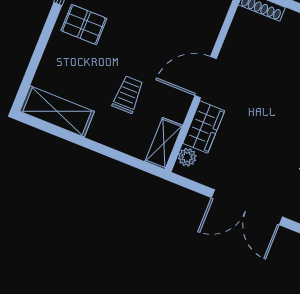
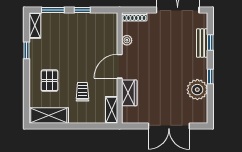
pallet: (84, 25) -> (50, 81), moved, turned 90
plant: (187, 157) -> (127, 40), moved

